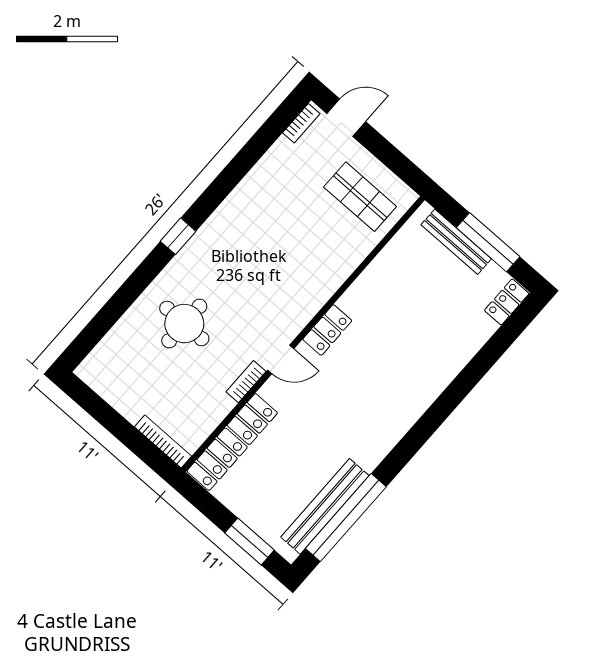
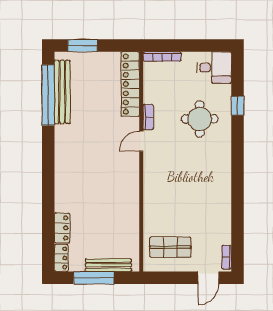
window: (178, 236) -> (238, 106), moved
locker: (327, 330) -> (62, 228), moved, turned 180
desk: (110, 371) -> (214, 68), added

